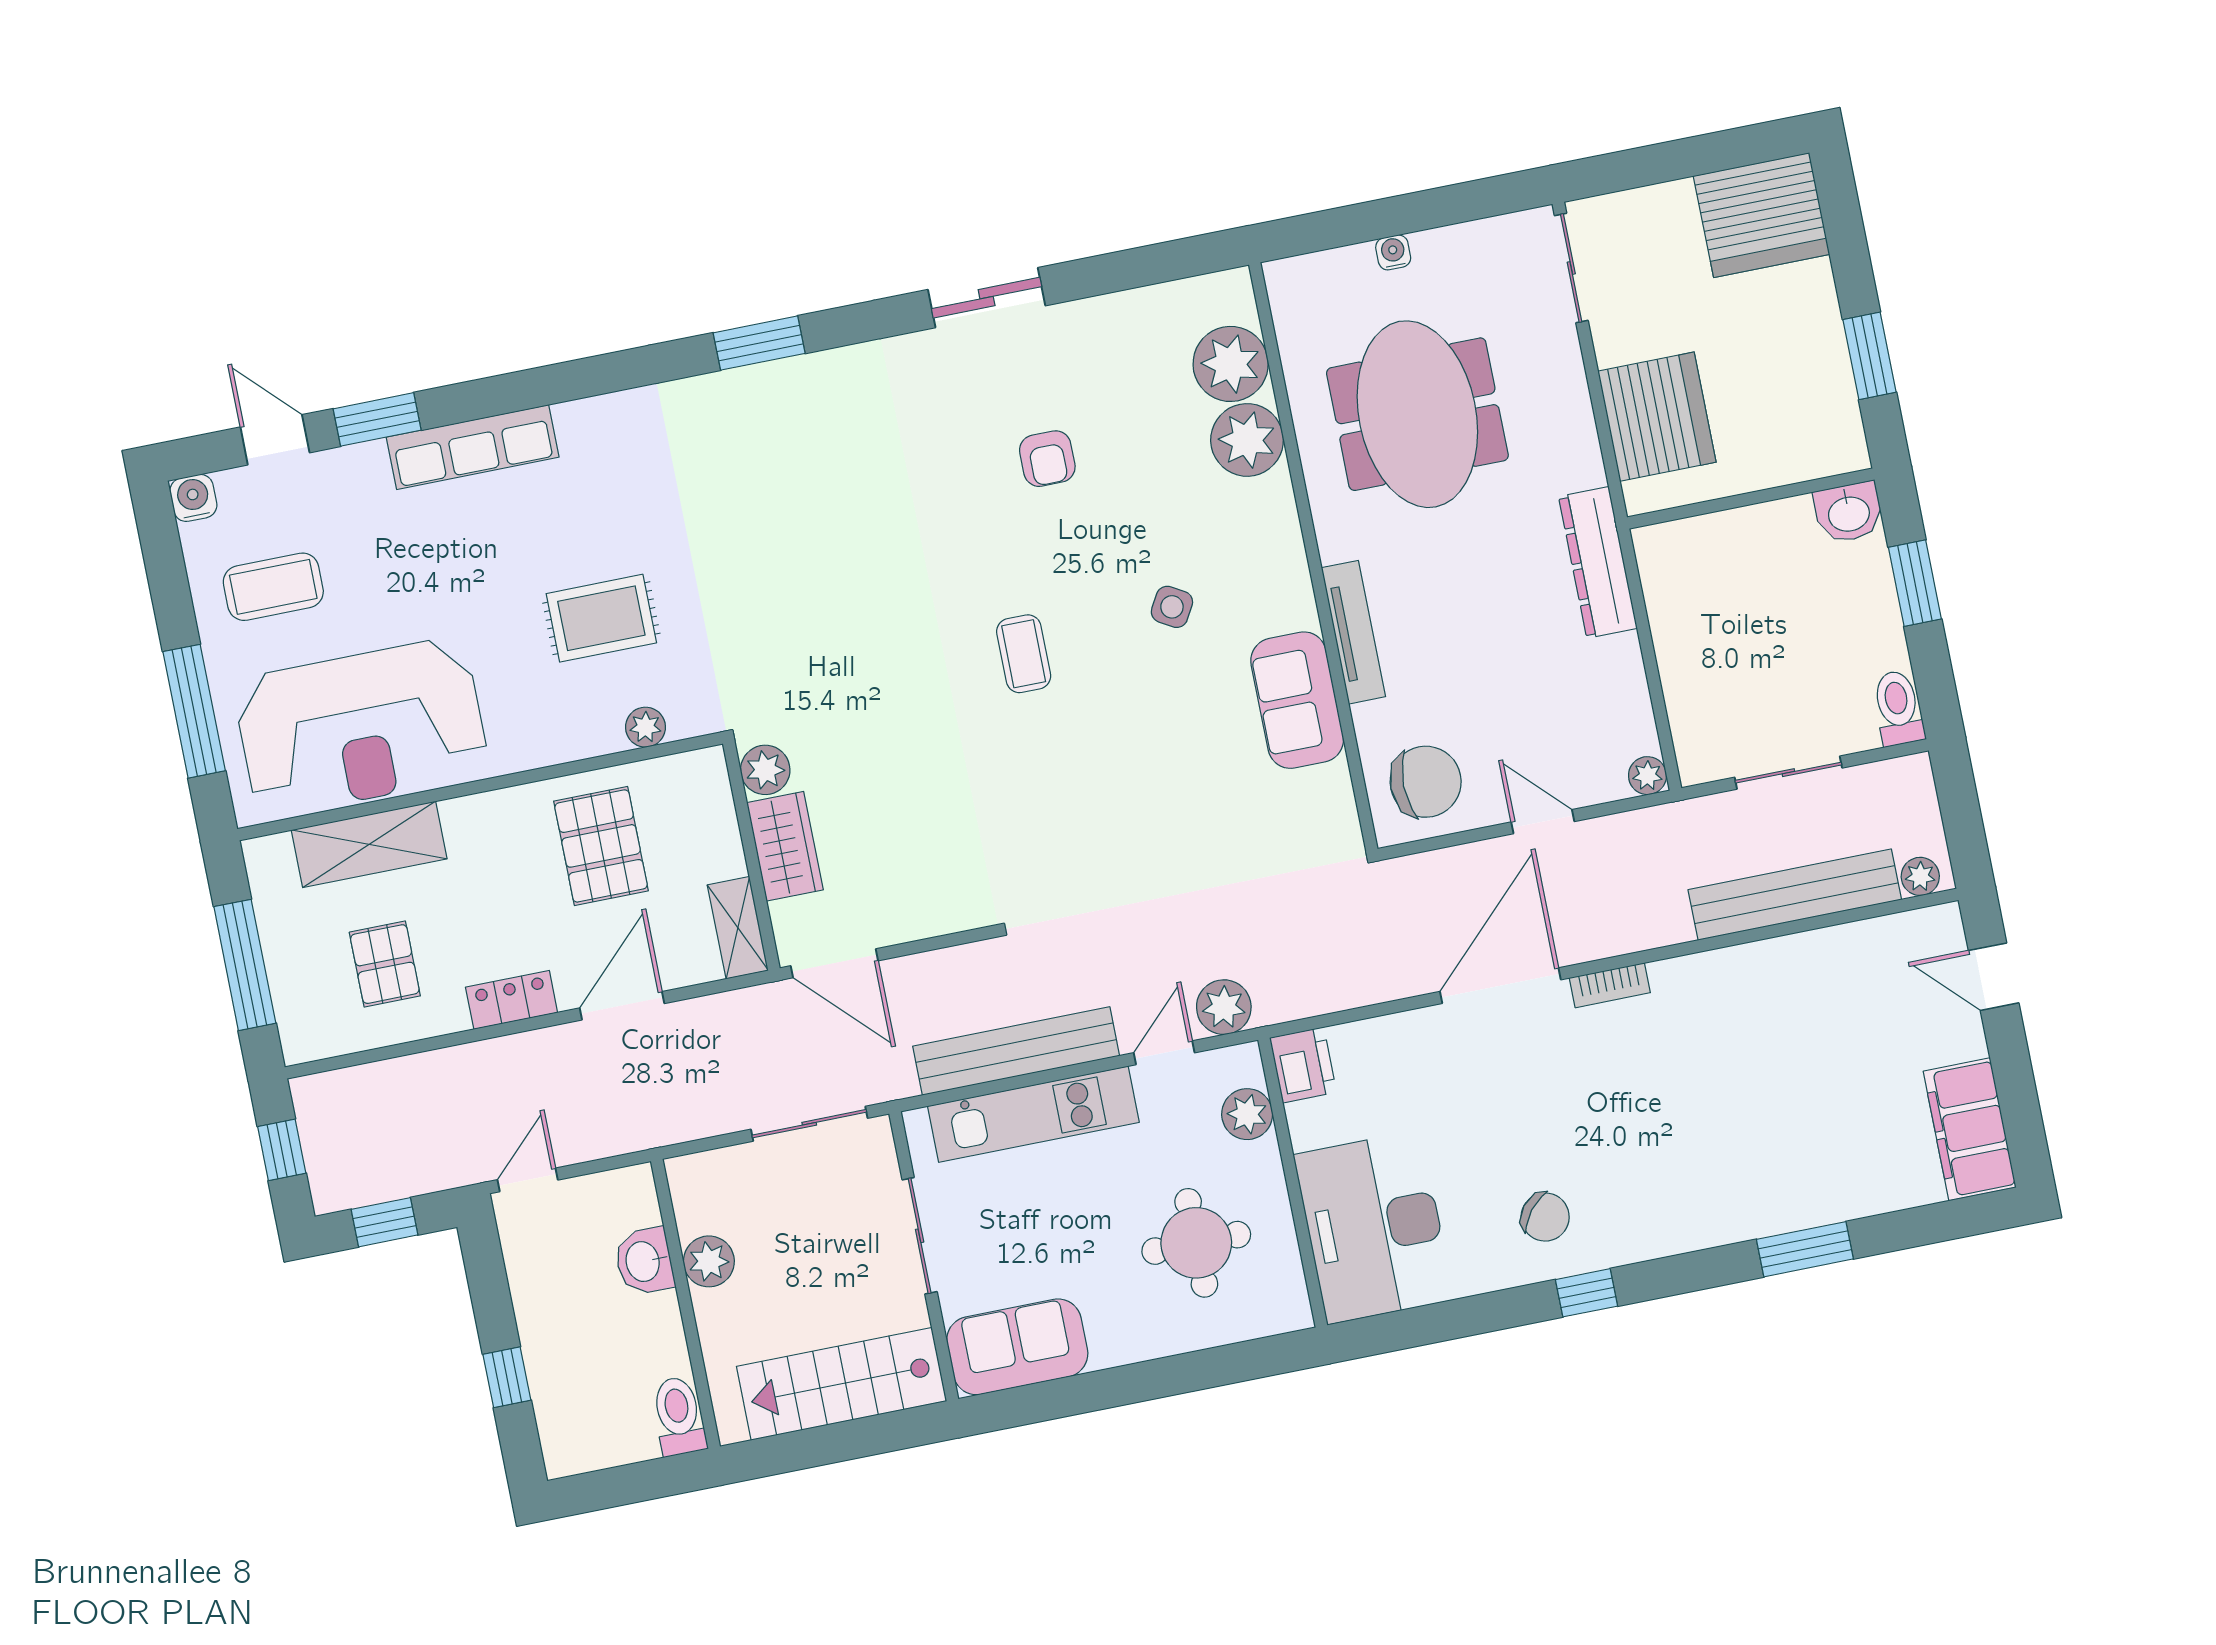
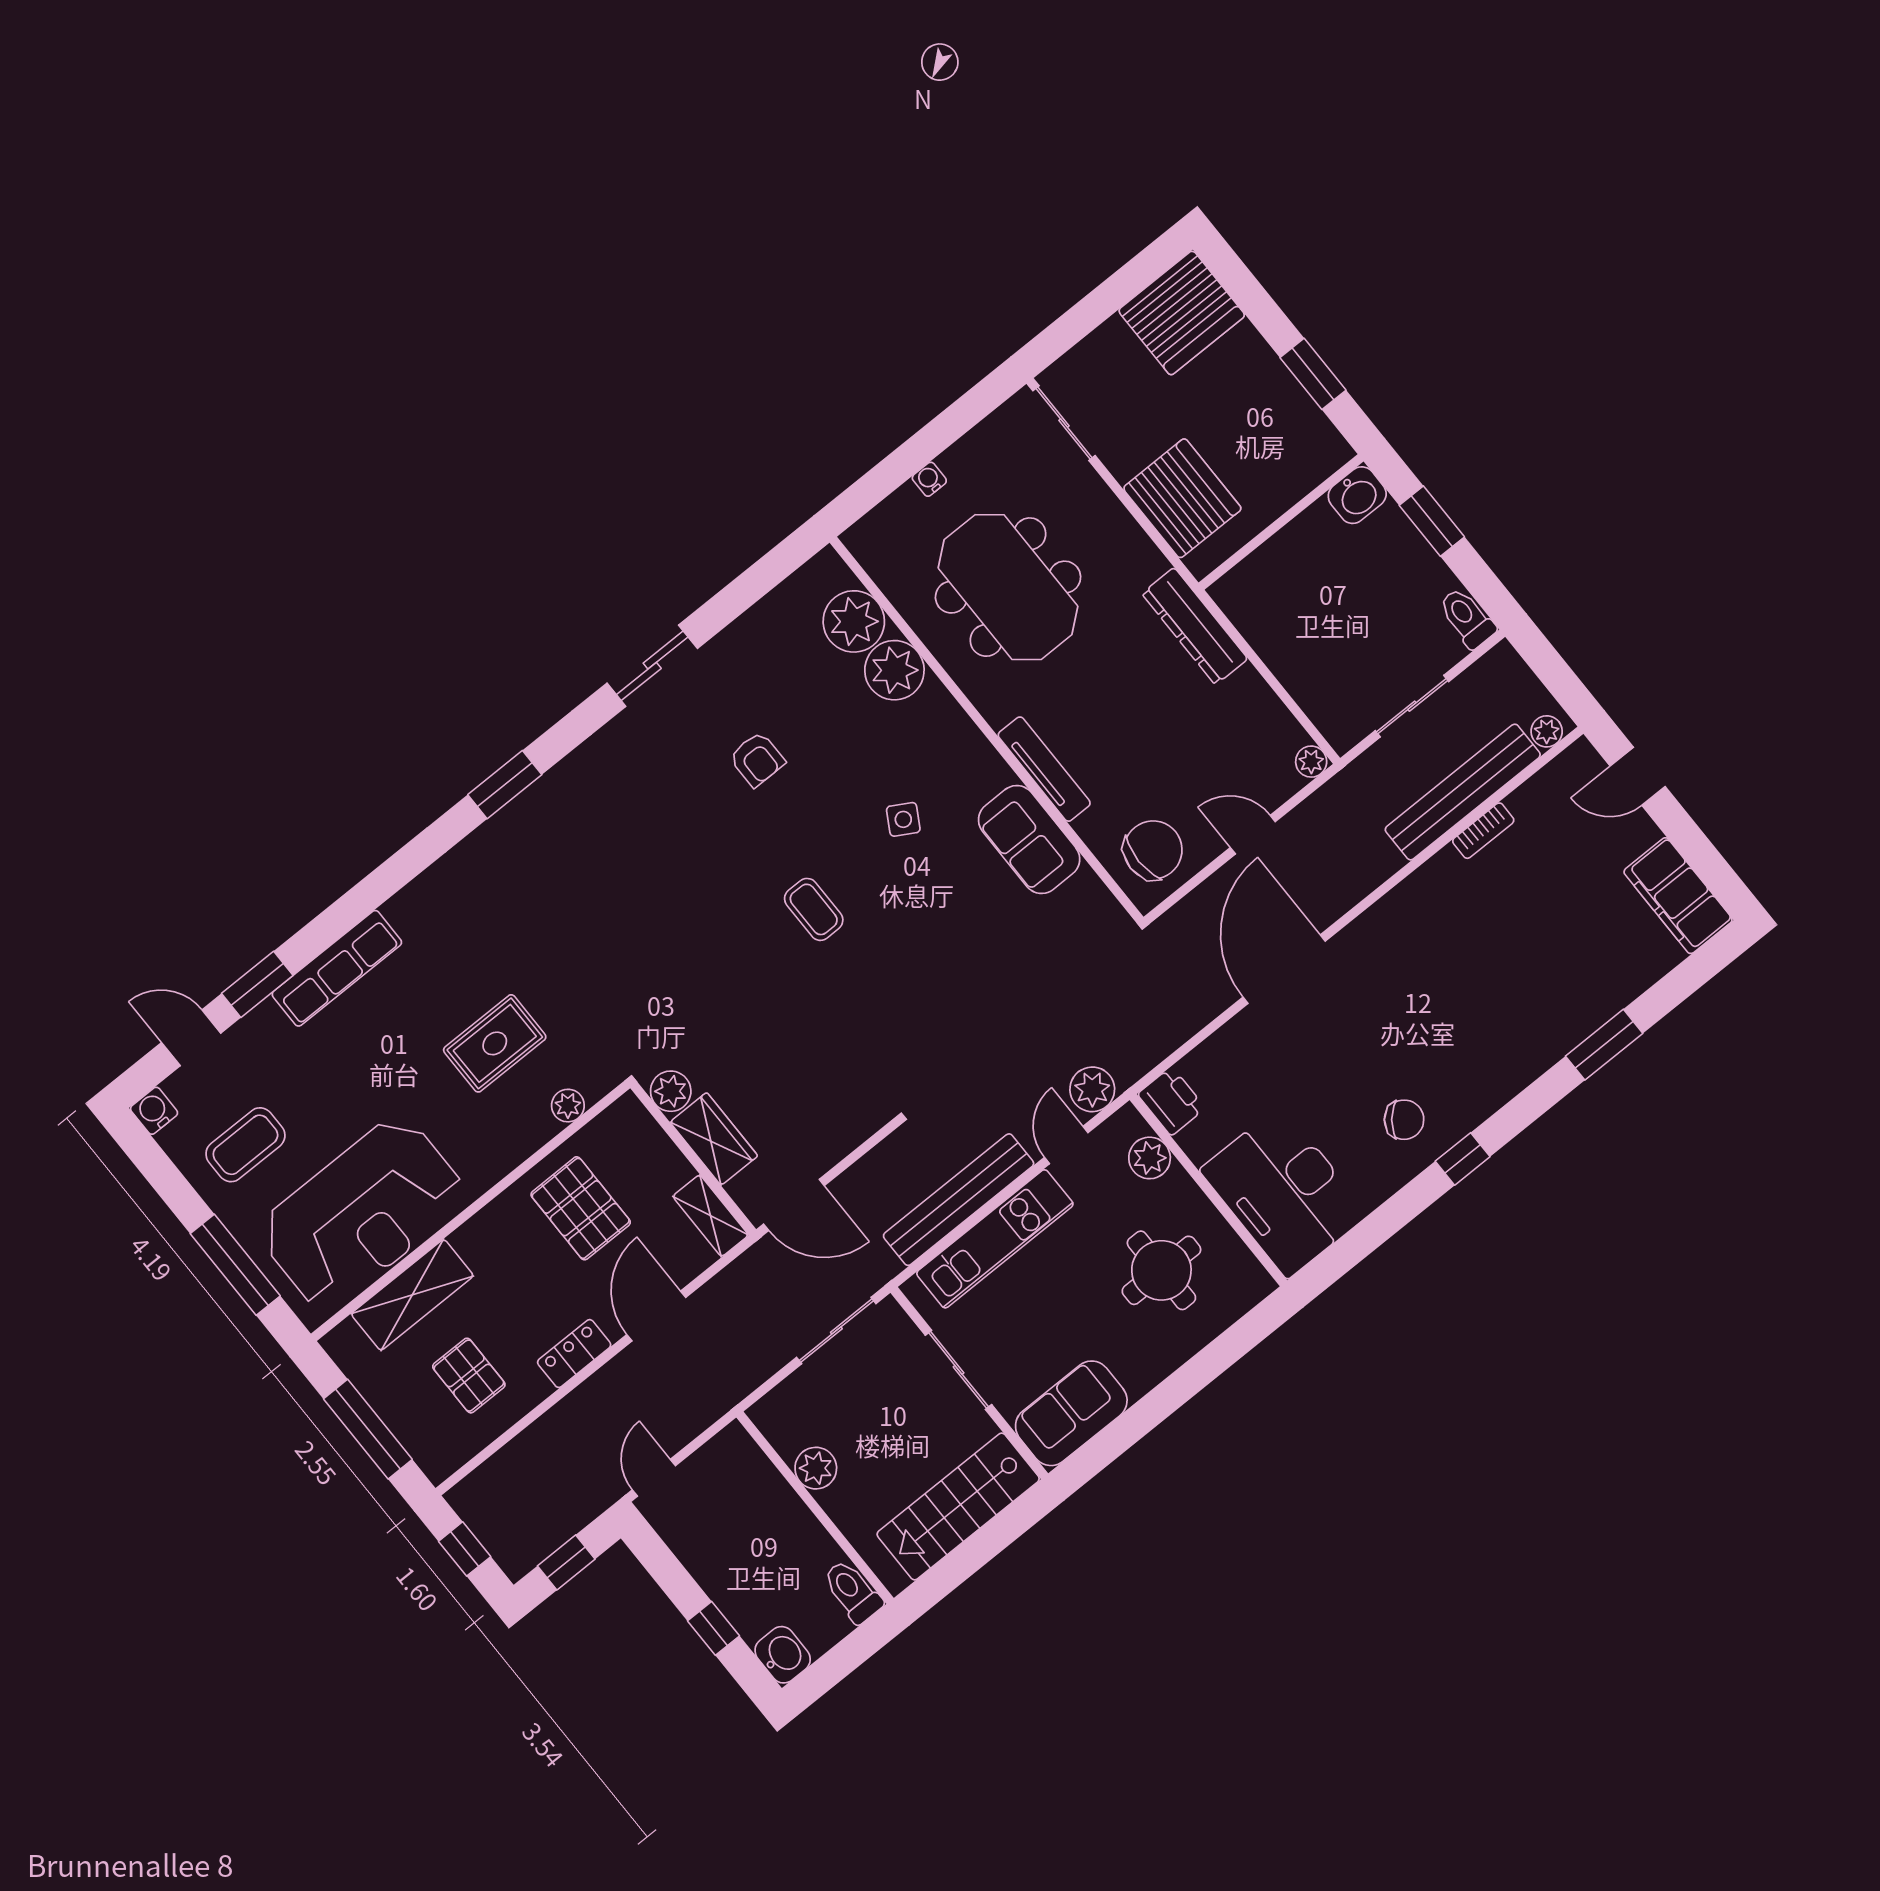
bookcase: (1610, 985) -> (1483, 831), moved
washbasin: (644, 1261) -> (783, 1655), moved, turned 180

